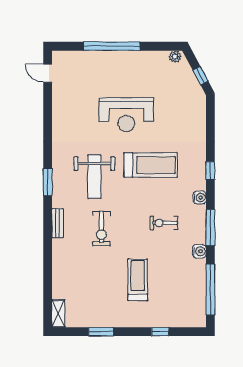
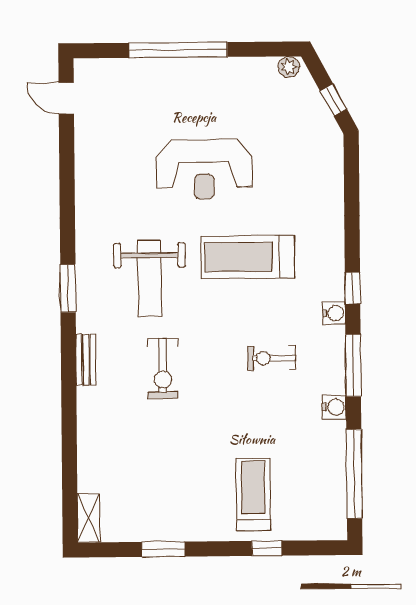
treadmill: (151, 165) -> (248, 257), turned 180
window: (210, 171) -> (353, 288), moved
treadmill: (138, 280) -> (253, 494), moved

